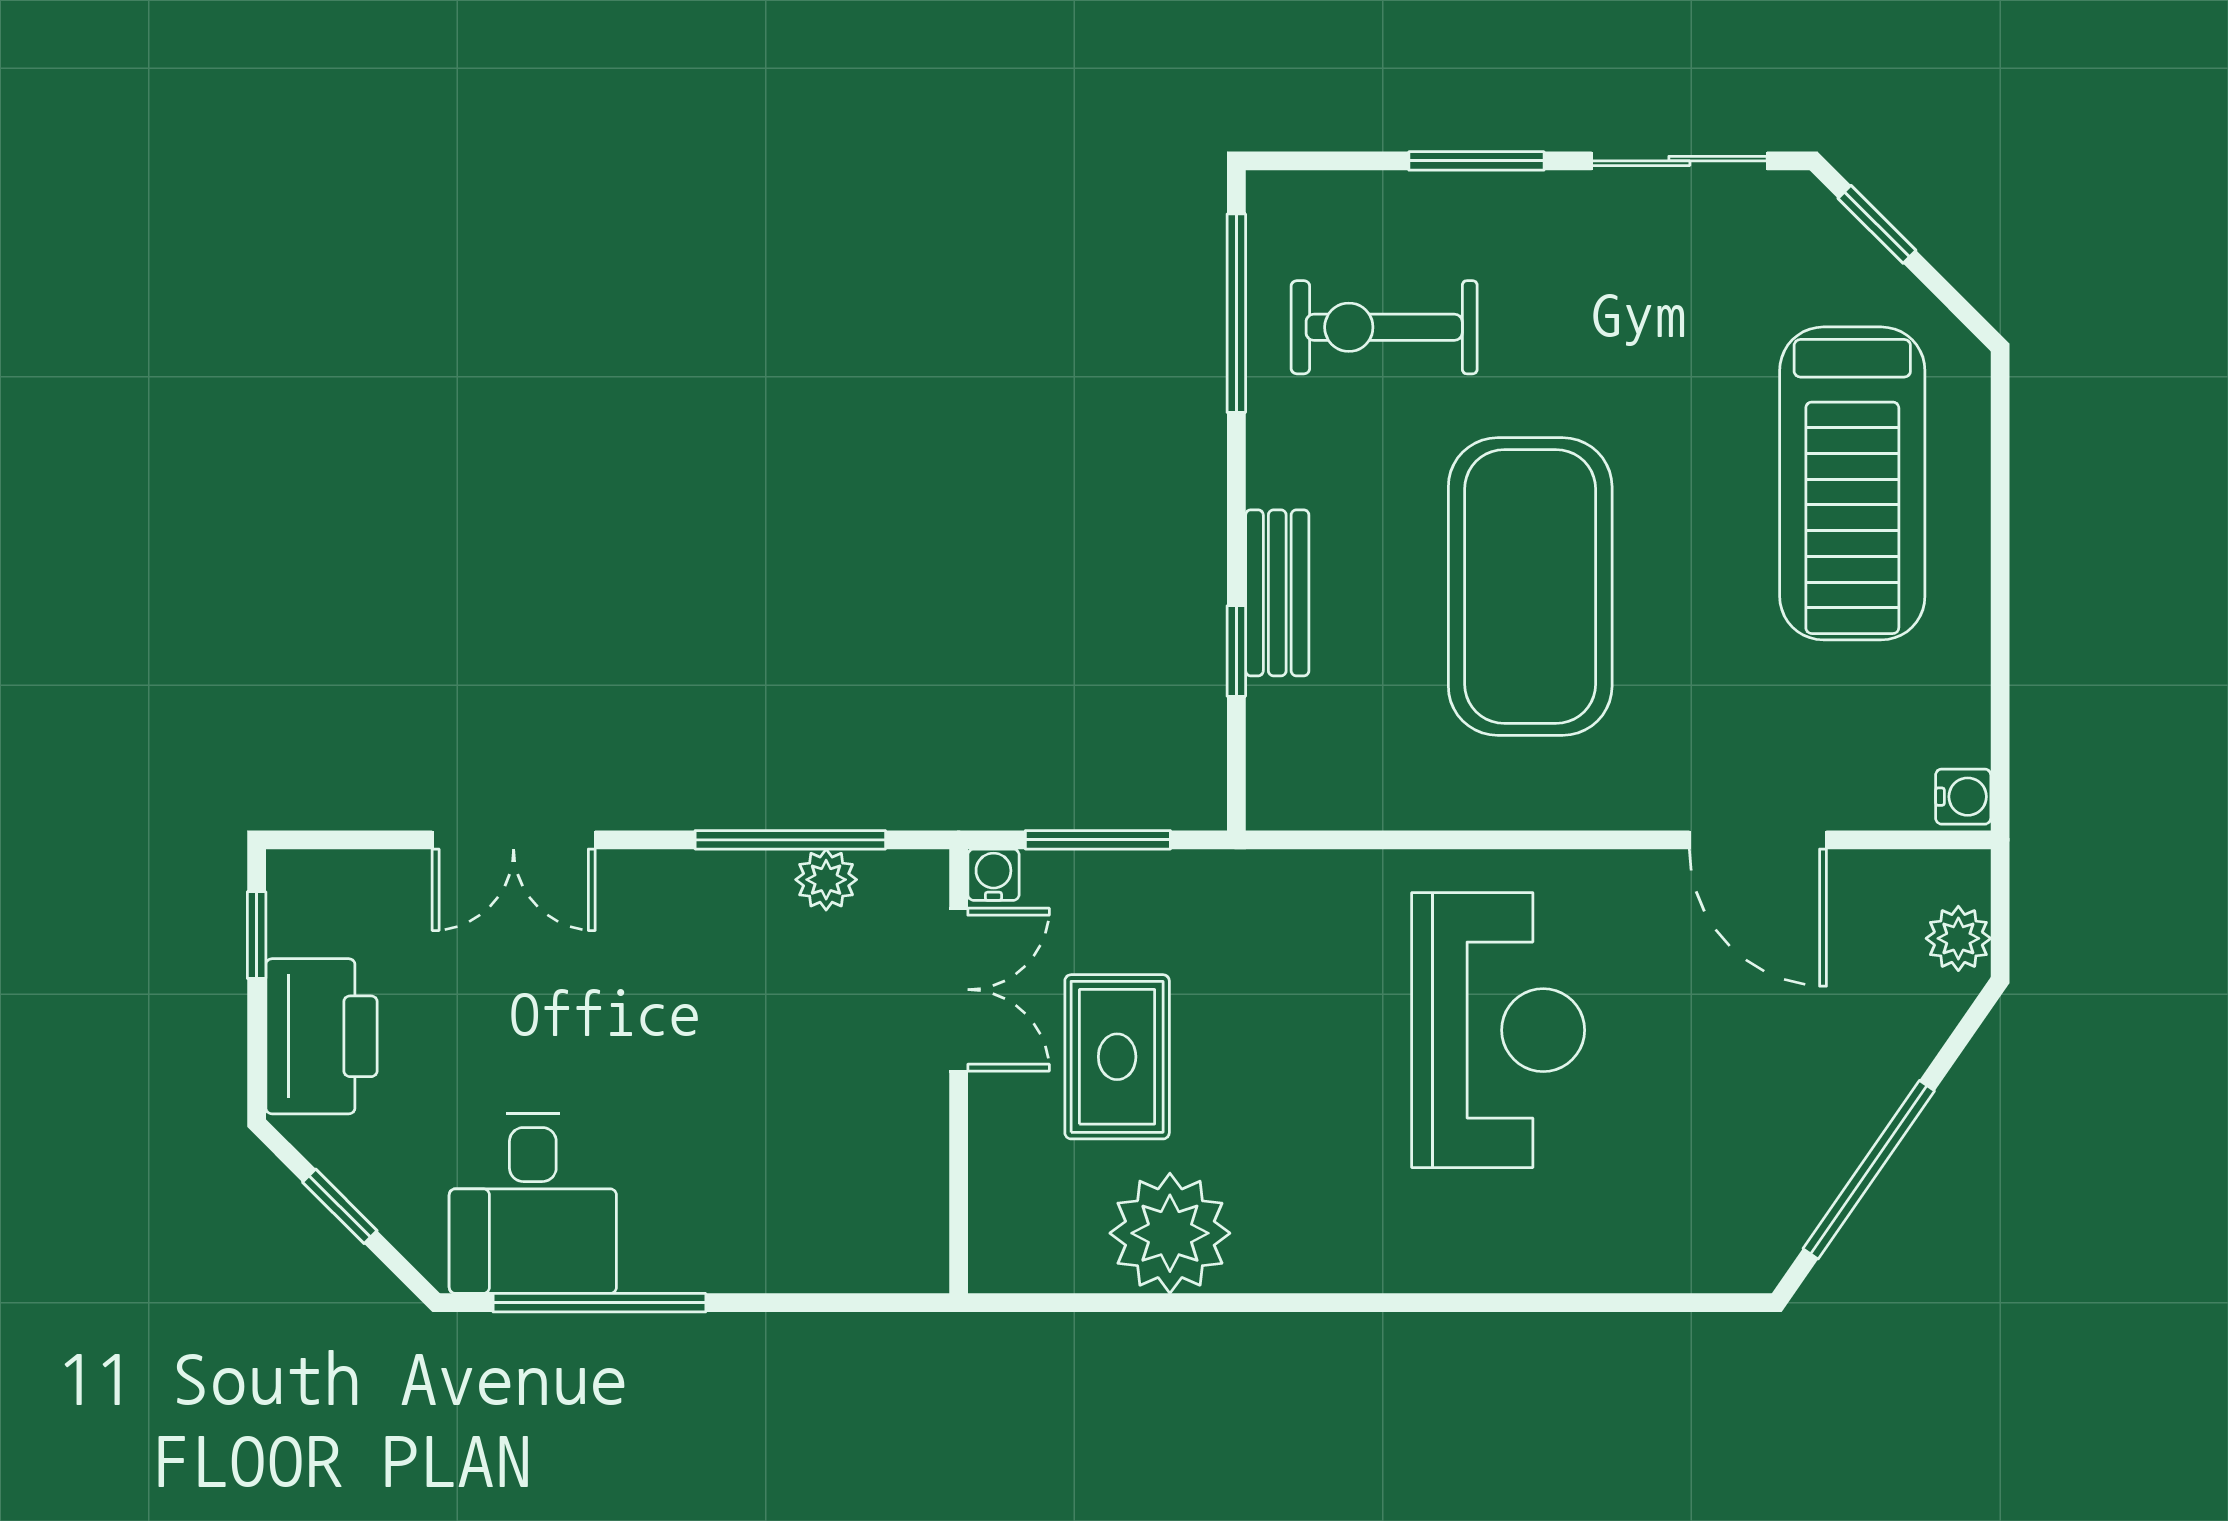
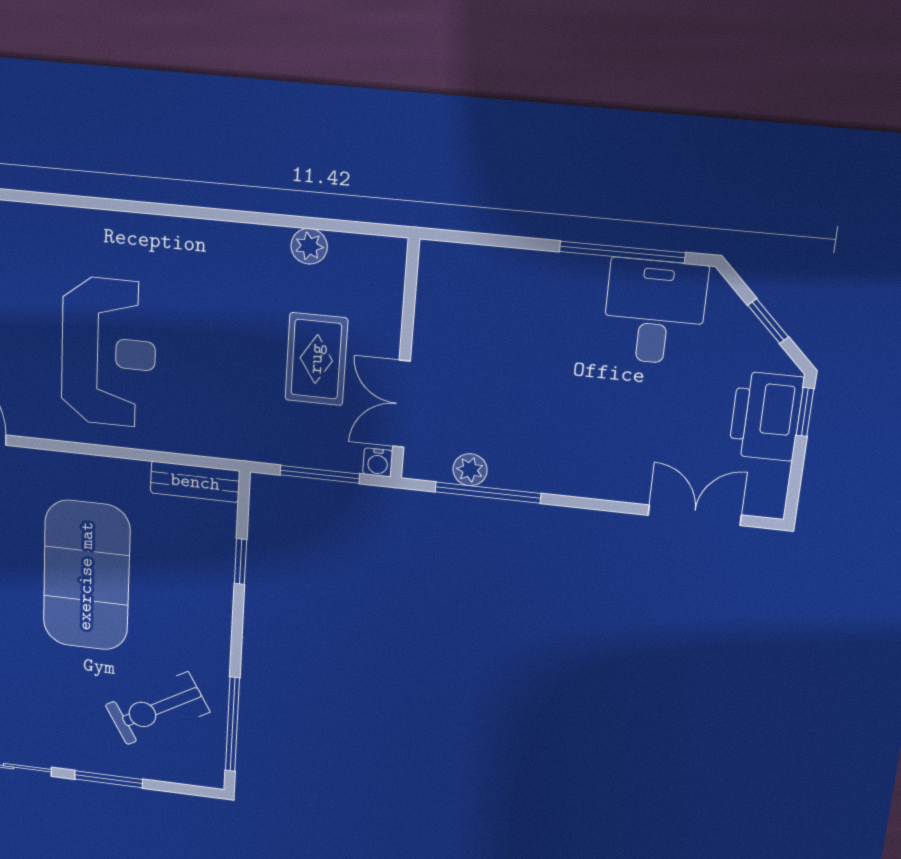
exercise bike: (1384, 327) -> (157, 708), turned 150
bench: (1277, 593) -> (195, 482), moved, turned 90
double door: (514, 840) -> (695, 515), moved
window: (257, 935) -> (805, 412), moved
reception desk: (1498, 1030) -> (109, 352), turned 180
plant: (1170, 1233) -> (309, 246), width x0.53, depth x0.53

